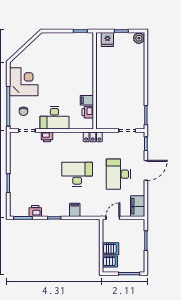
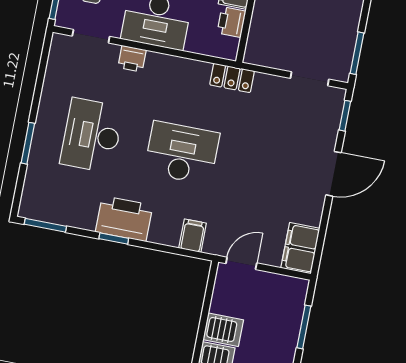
desk: (118, 174) -> (92, 135), moved
filing cabinet: (75, 210) -> (193, 236), moved
printer: (35, 211) -> (124, 219), moved, width x1.87, depth x1.48

